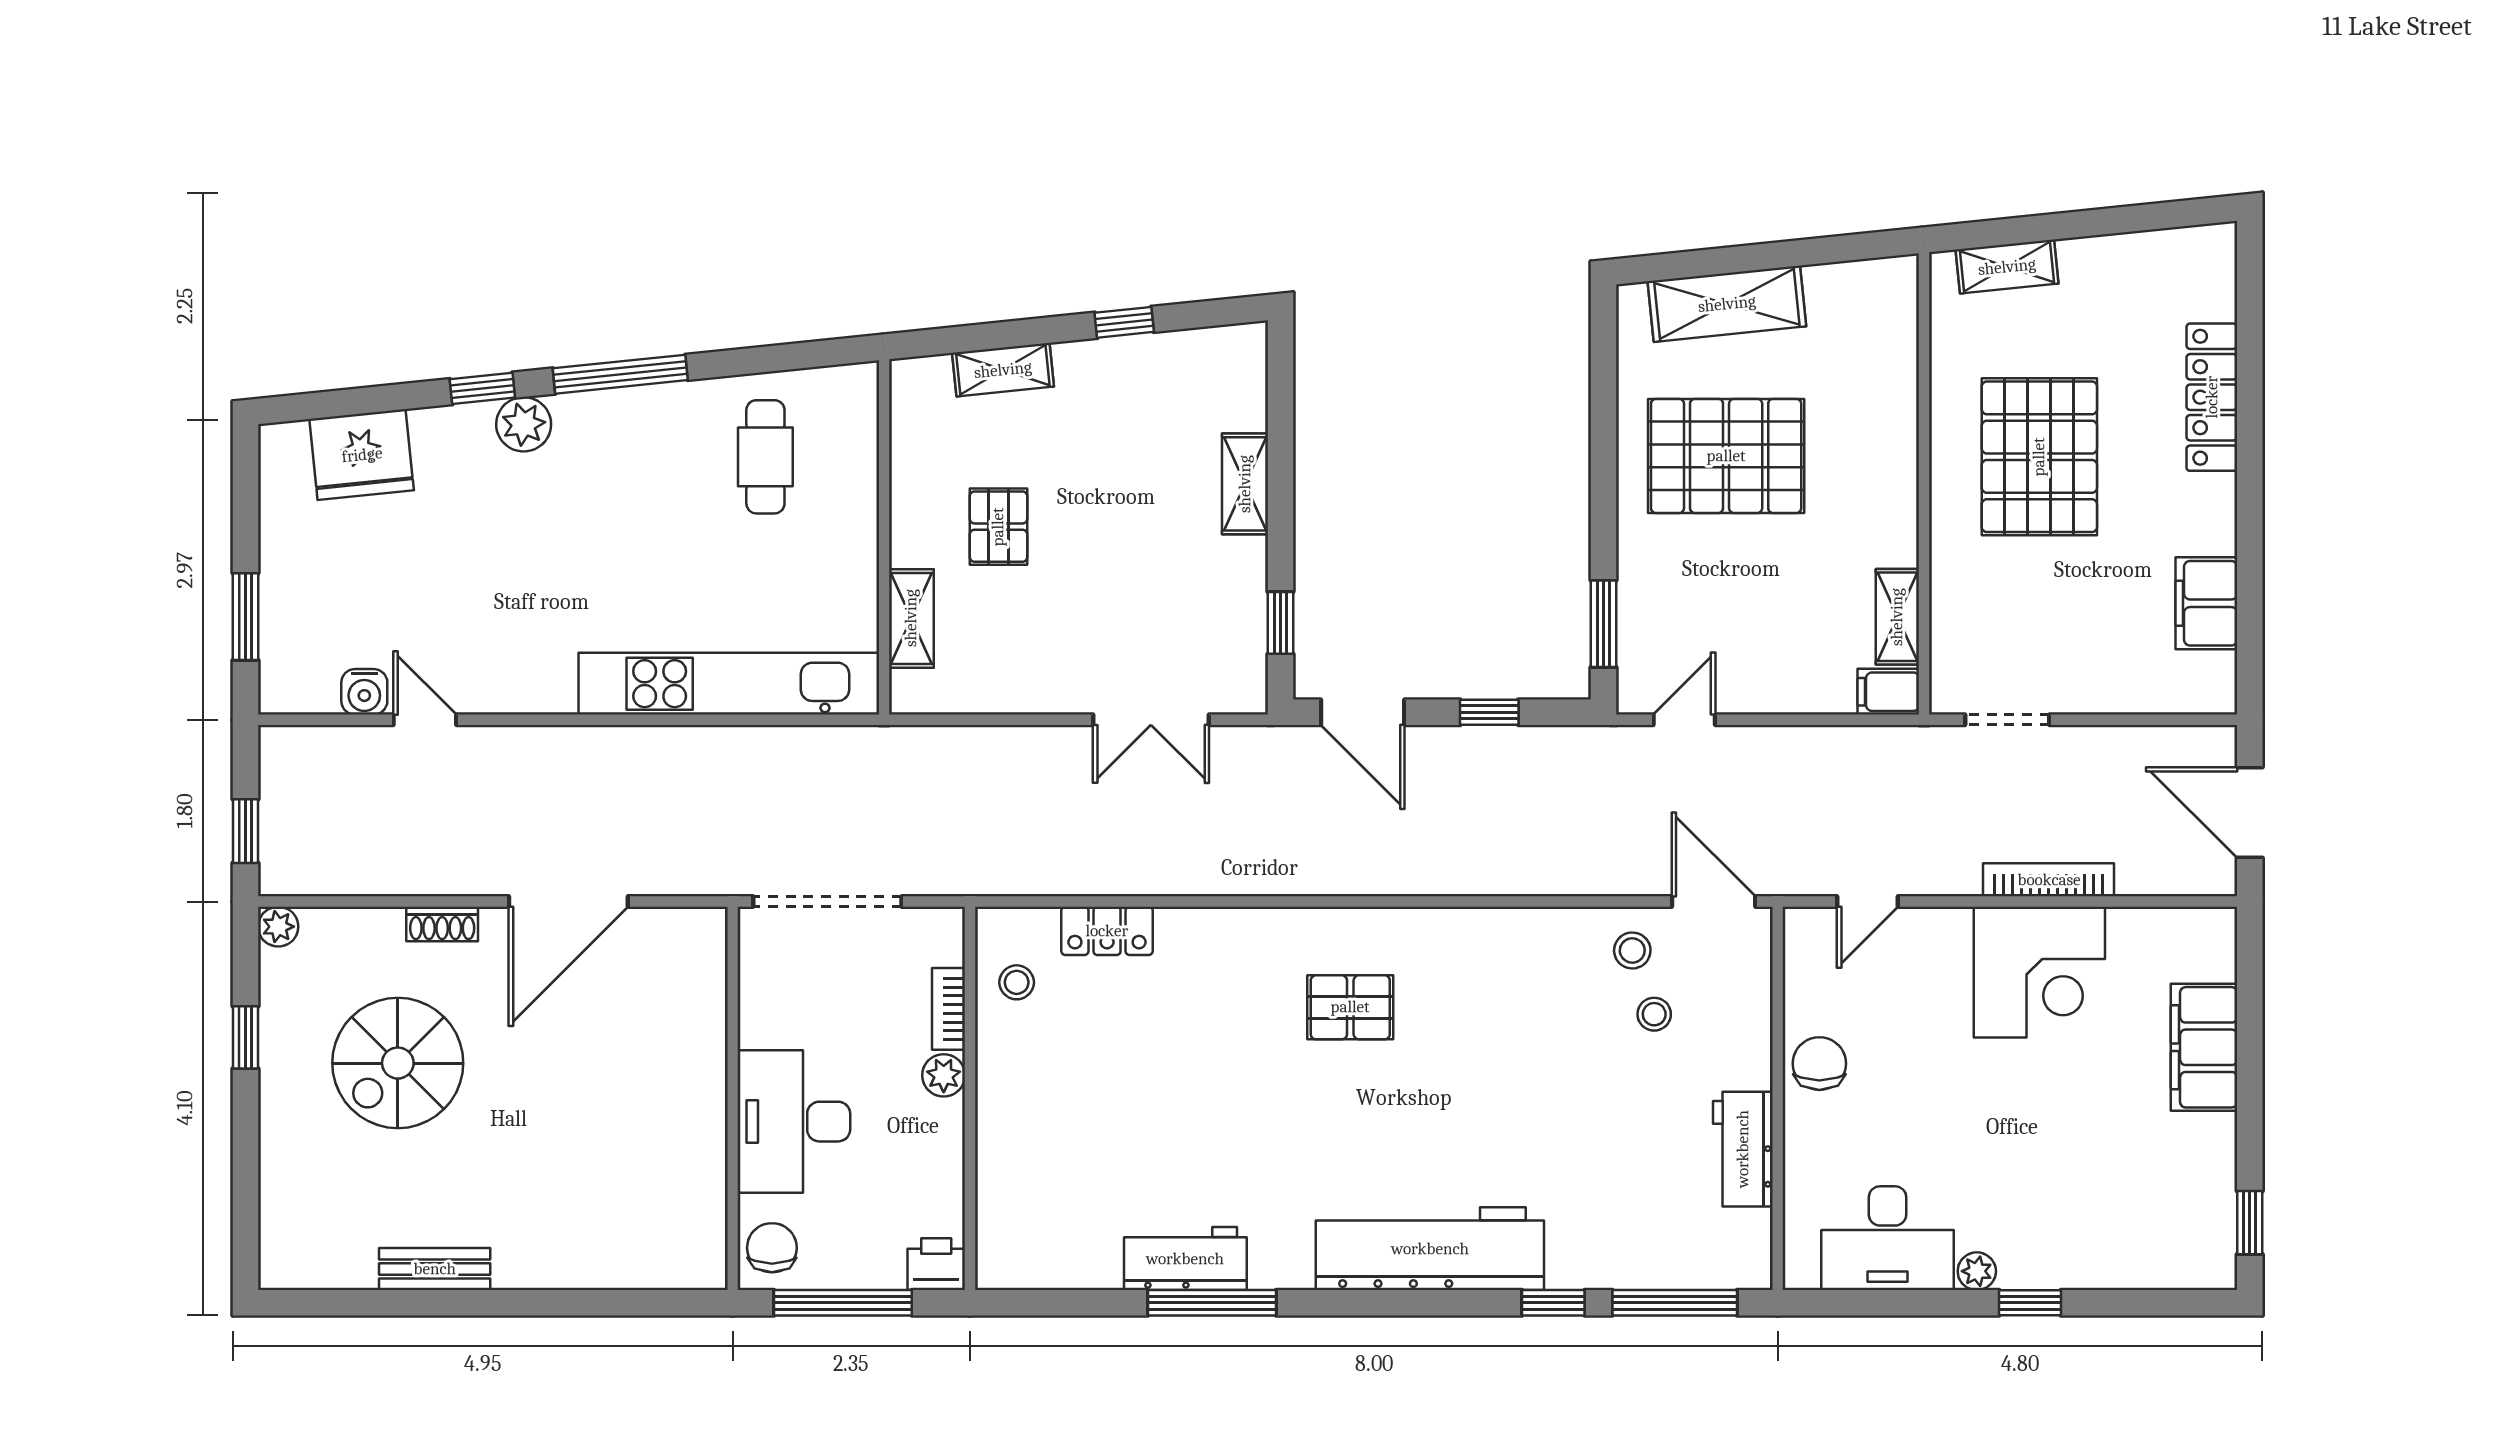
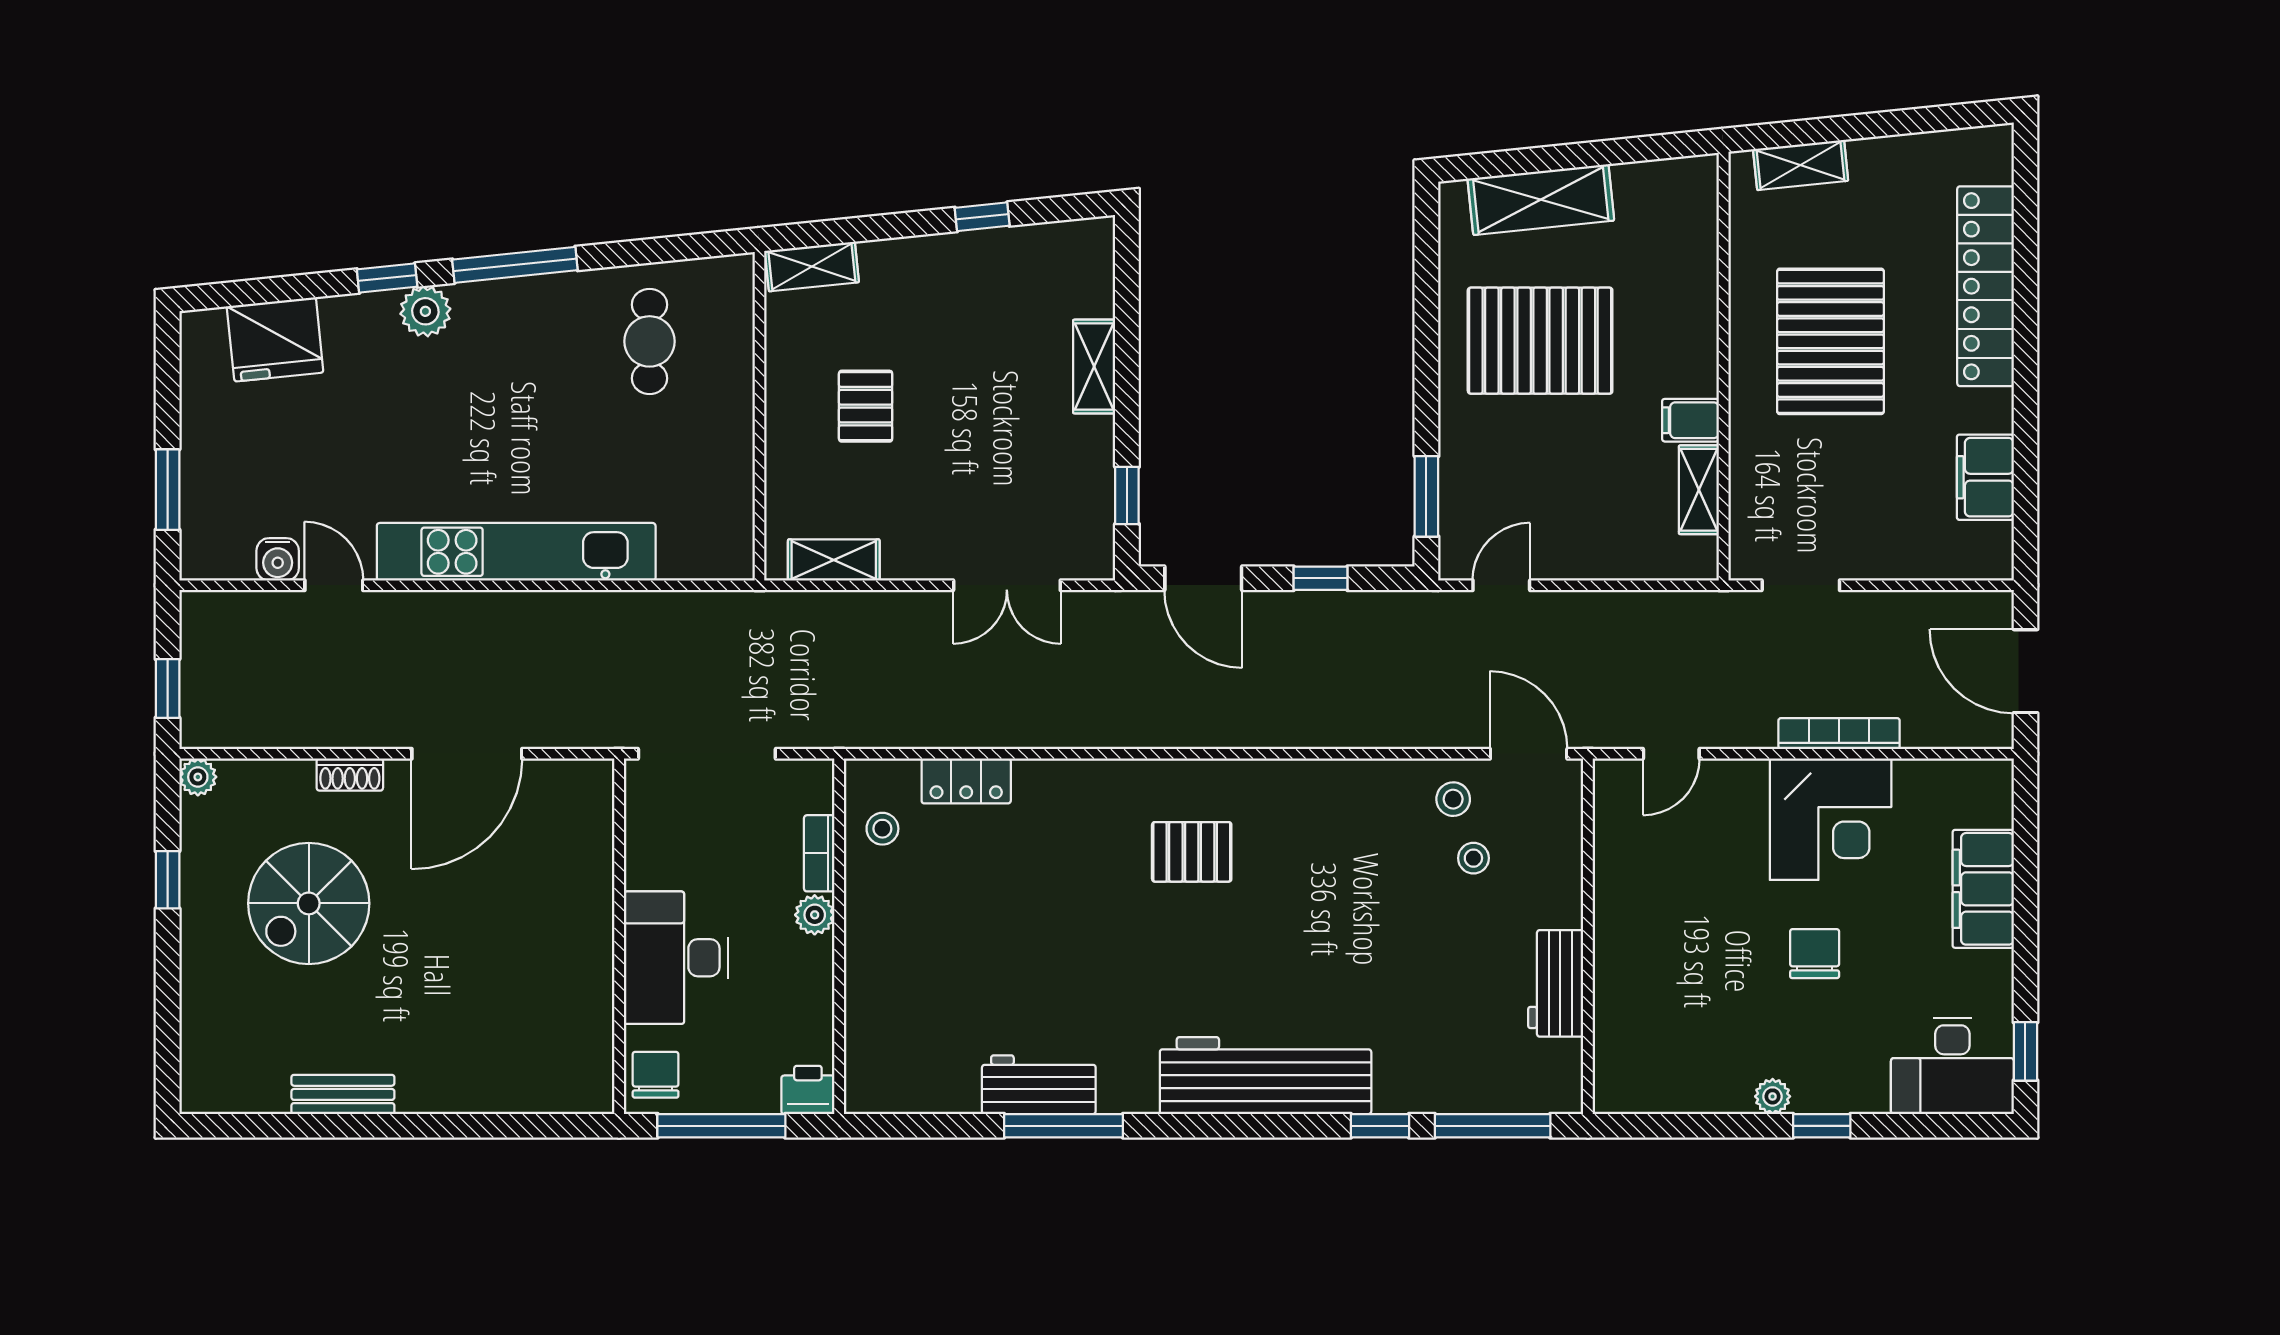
shelving: (1003, 370) -> (812, 267), moved
locker: (2212, 397) -> (1986, 286), width x1.41, depth x1.21
shelving: (911, 618) -> (834, 560), moved, turned 90
kitchen unit: (729, 684) -> (516, 552), moved
filing cabinet: (1888, 692) -> (1690, 420), moved
chair: (1819, 1064) -> (1815, 954), moved
desk: (1888, 1238) -> (1952, 1066), moved

